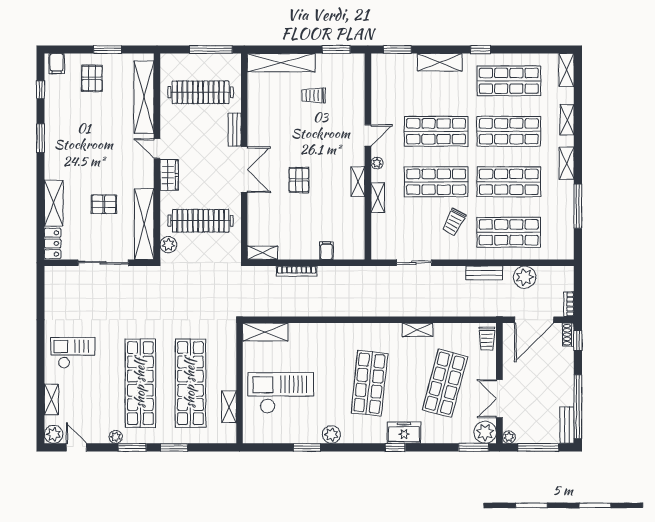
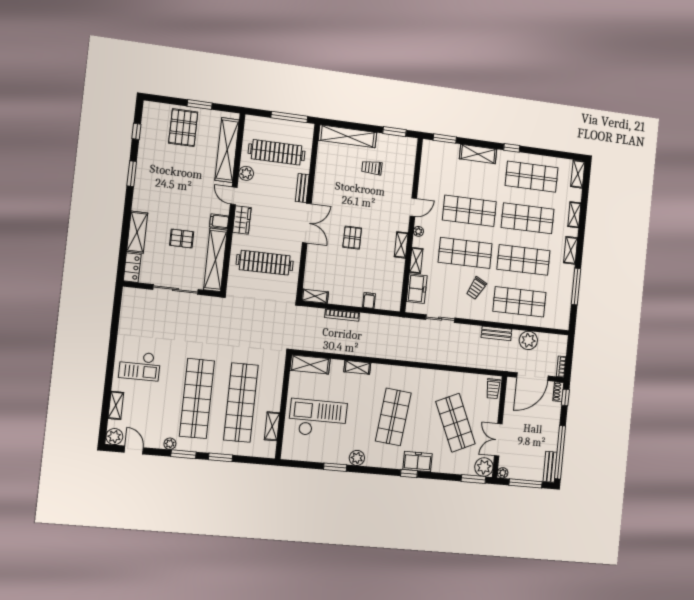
filing cabinet: (57, 64) -> (219, 221), moved, turned 90
pallet: (92, 78) -> (183, 128), width x1.50, depth x1.42
freezer: (382, 231) -> (417, 289), added
plant: (168, 245) -> (246, 173), moved
shelving: (418, 330) -> (357, 367), moved
checkout: (73, 353) -> (140, 366), turned 180
shop shelf: (445, 383) -> (455, 423), turned -39

